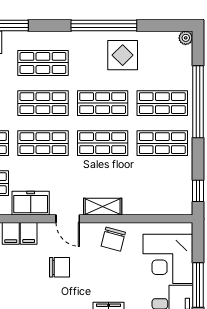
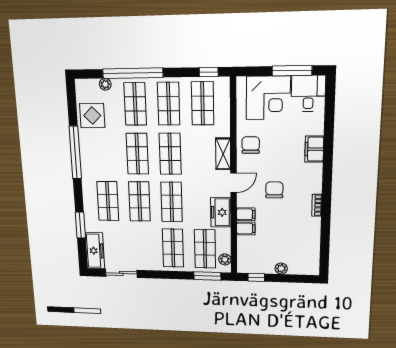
plant: (186, 38) -> (105, 84), moved
display table: (123, 55) -> (92, 116), moved
shop shelf: (162, 183) -> (203, 103), added
chair: (113, 239) -> (251, 145), turned -105

